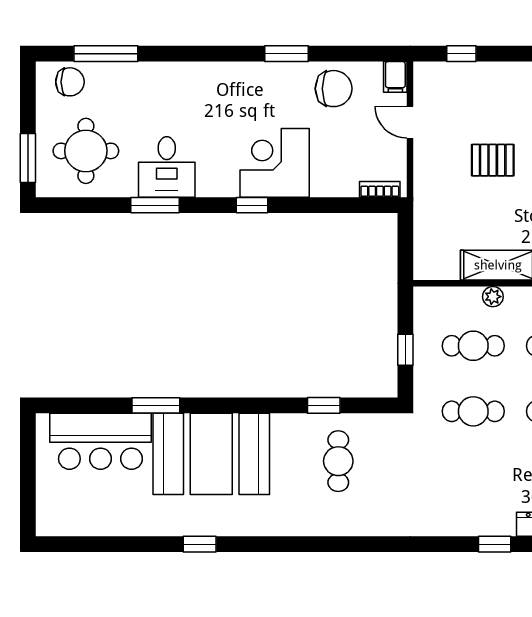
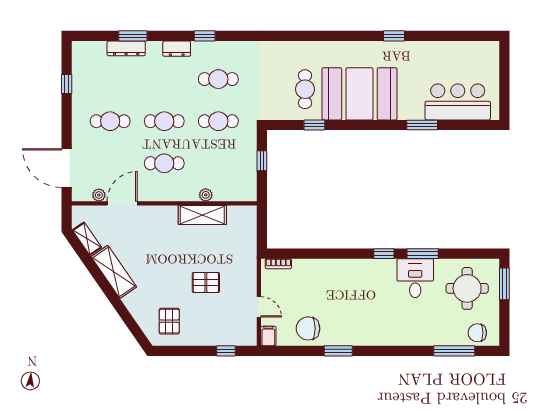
corner desk: (275, 163) -> (346, 281), removed
window: (252, 205) -> (384, 254), moved
cafe table: (473, 346) -> (218, 79), moved
booth: (211, 454) -> (359, 94), moved

